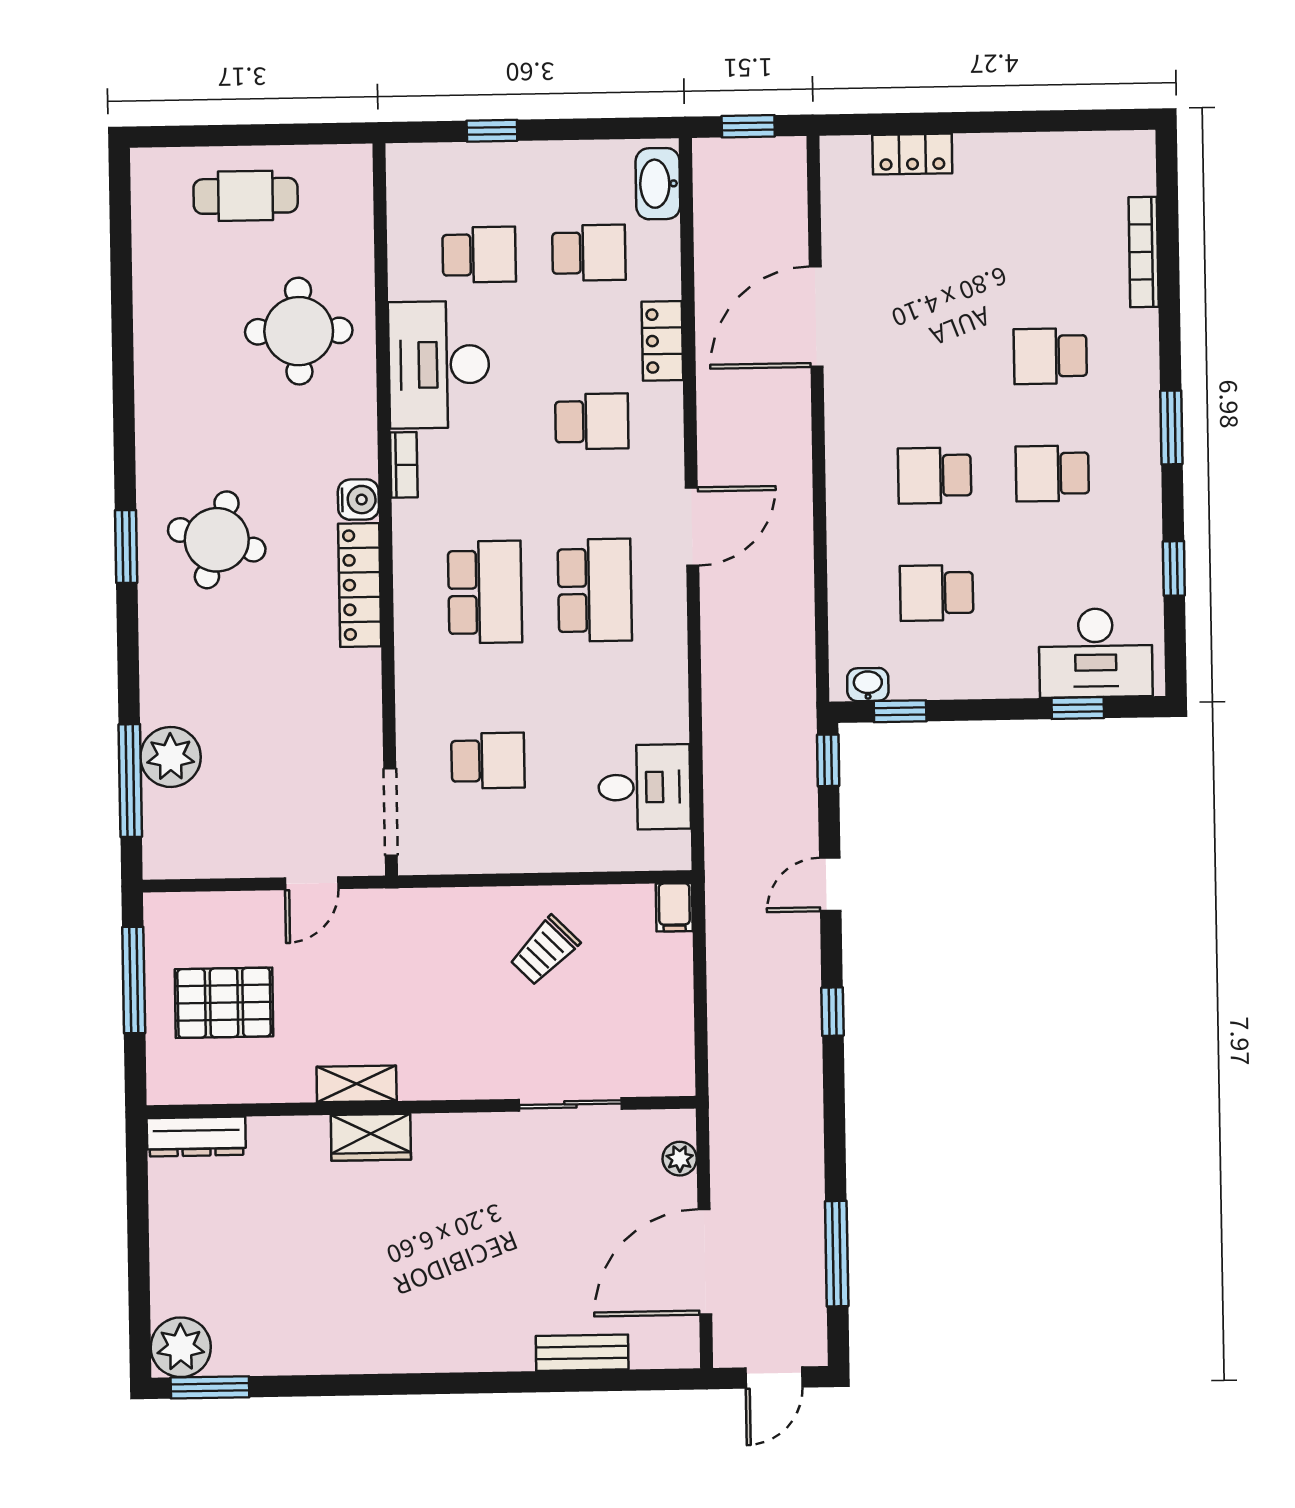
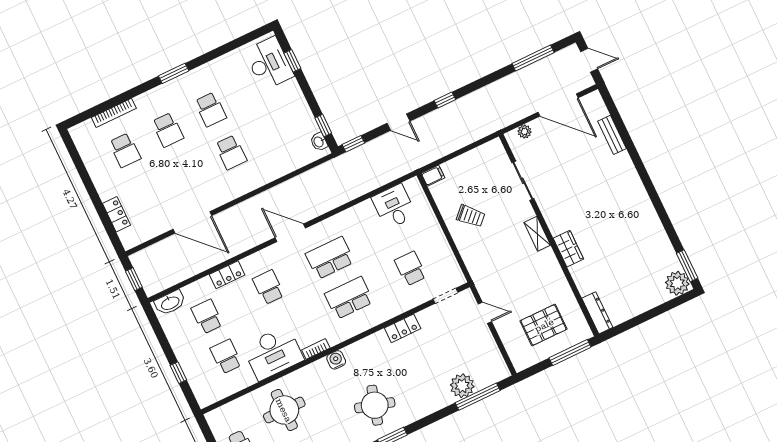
window: (1174, 568) -> (225, 49), removed
locker: (360, 585) -> (403, 328), moved, width x0.66
school desk: (937, 593) -> (125, 150), moved
doorway: (390, 812) -> (446, 296), width x0.73
window: (134, 980) -> (570, 353), moved
pallet: (224, 1003) -> (544, 325), turned 90
shelving: (357, 1084) -> (537, 234), moved

